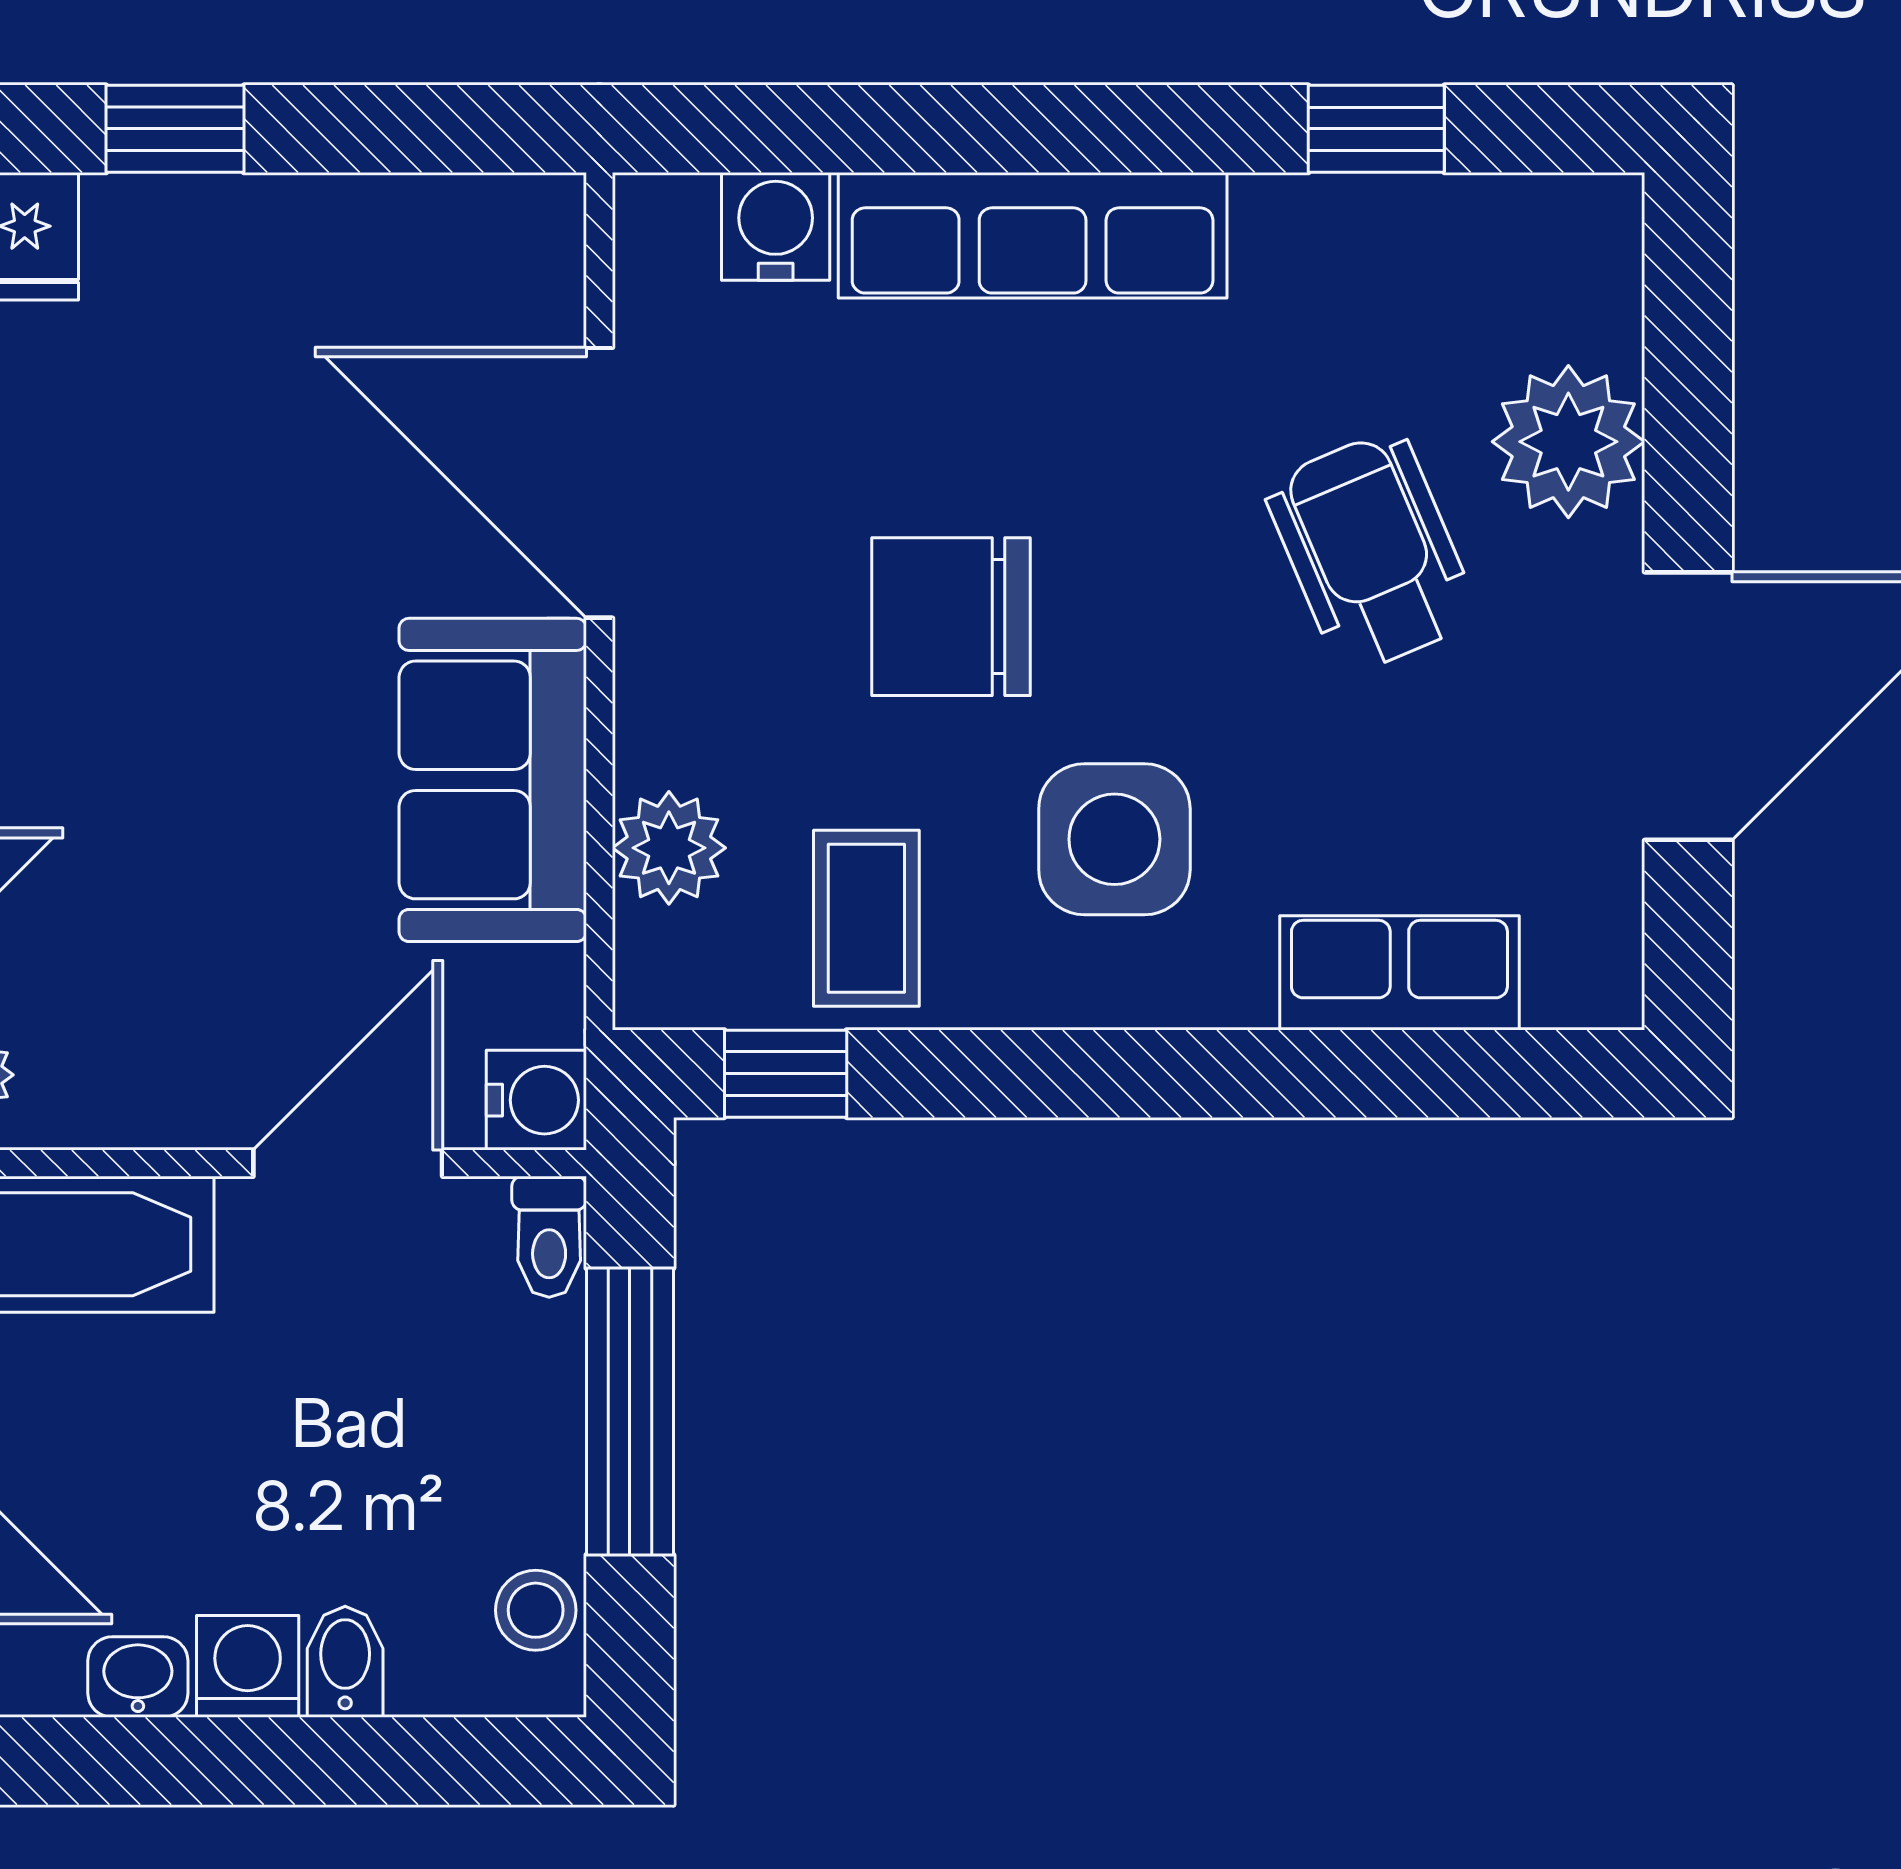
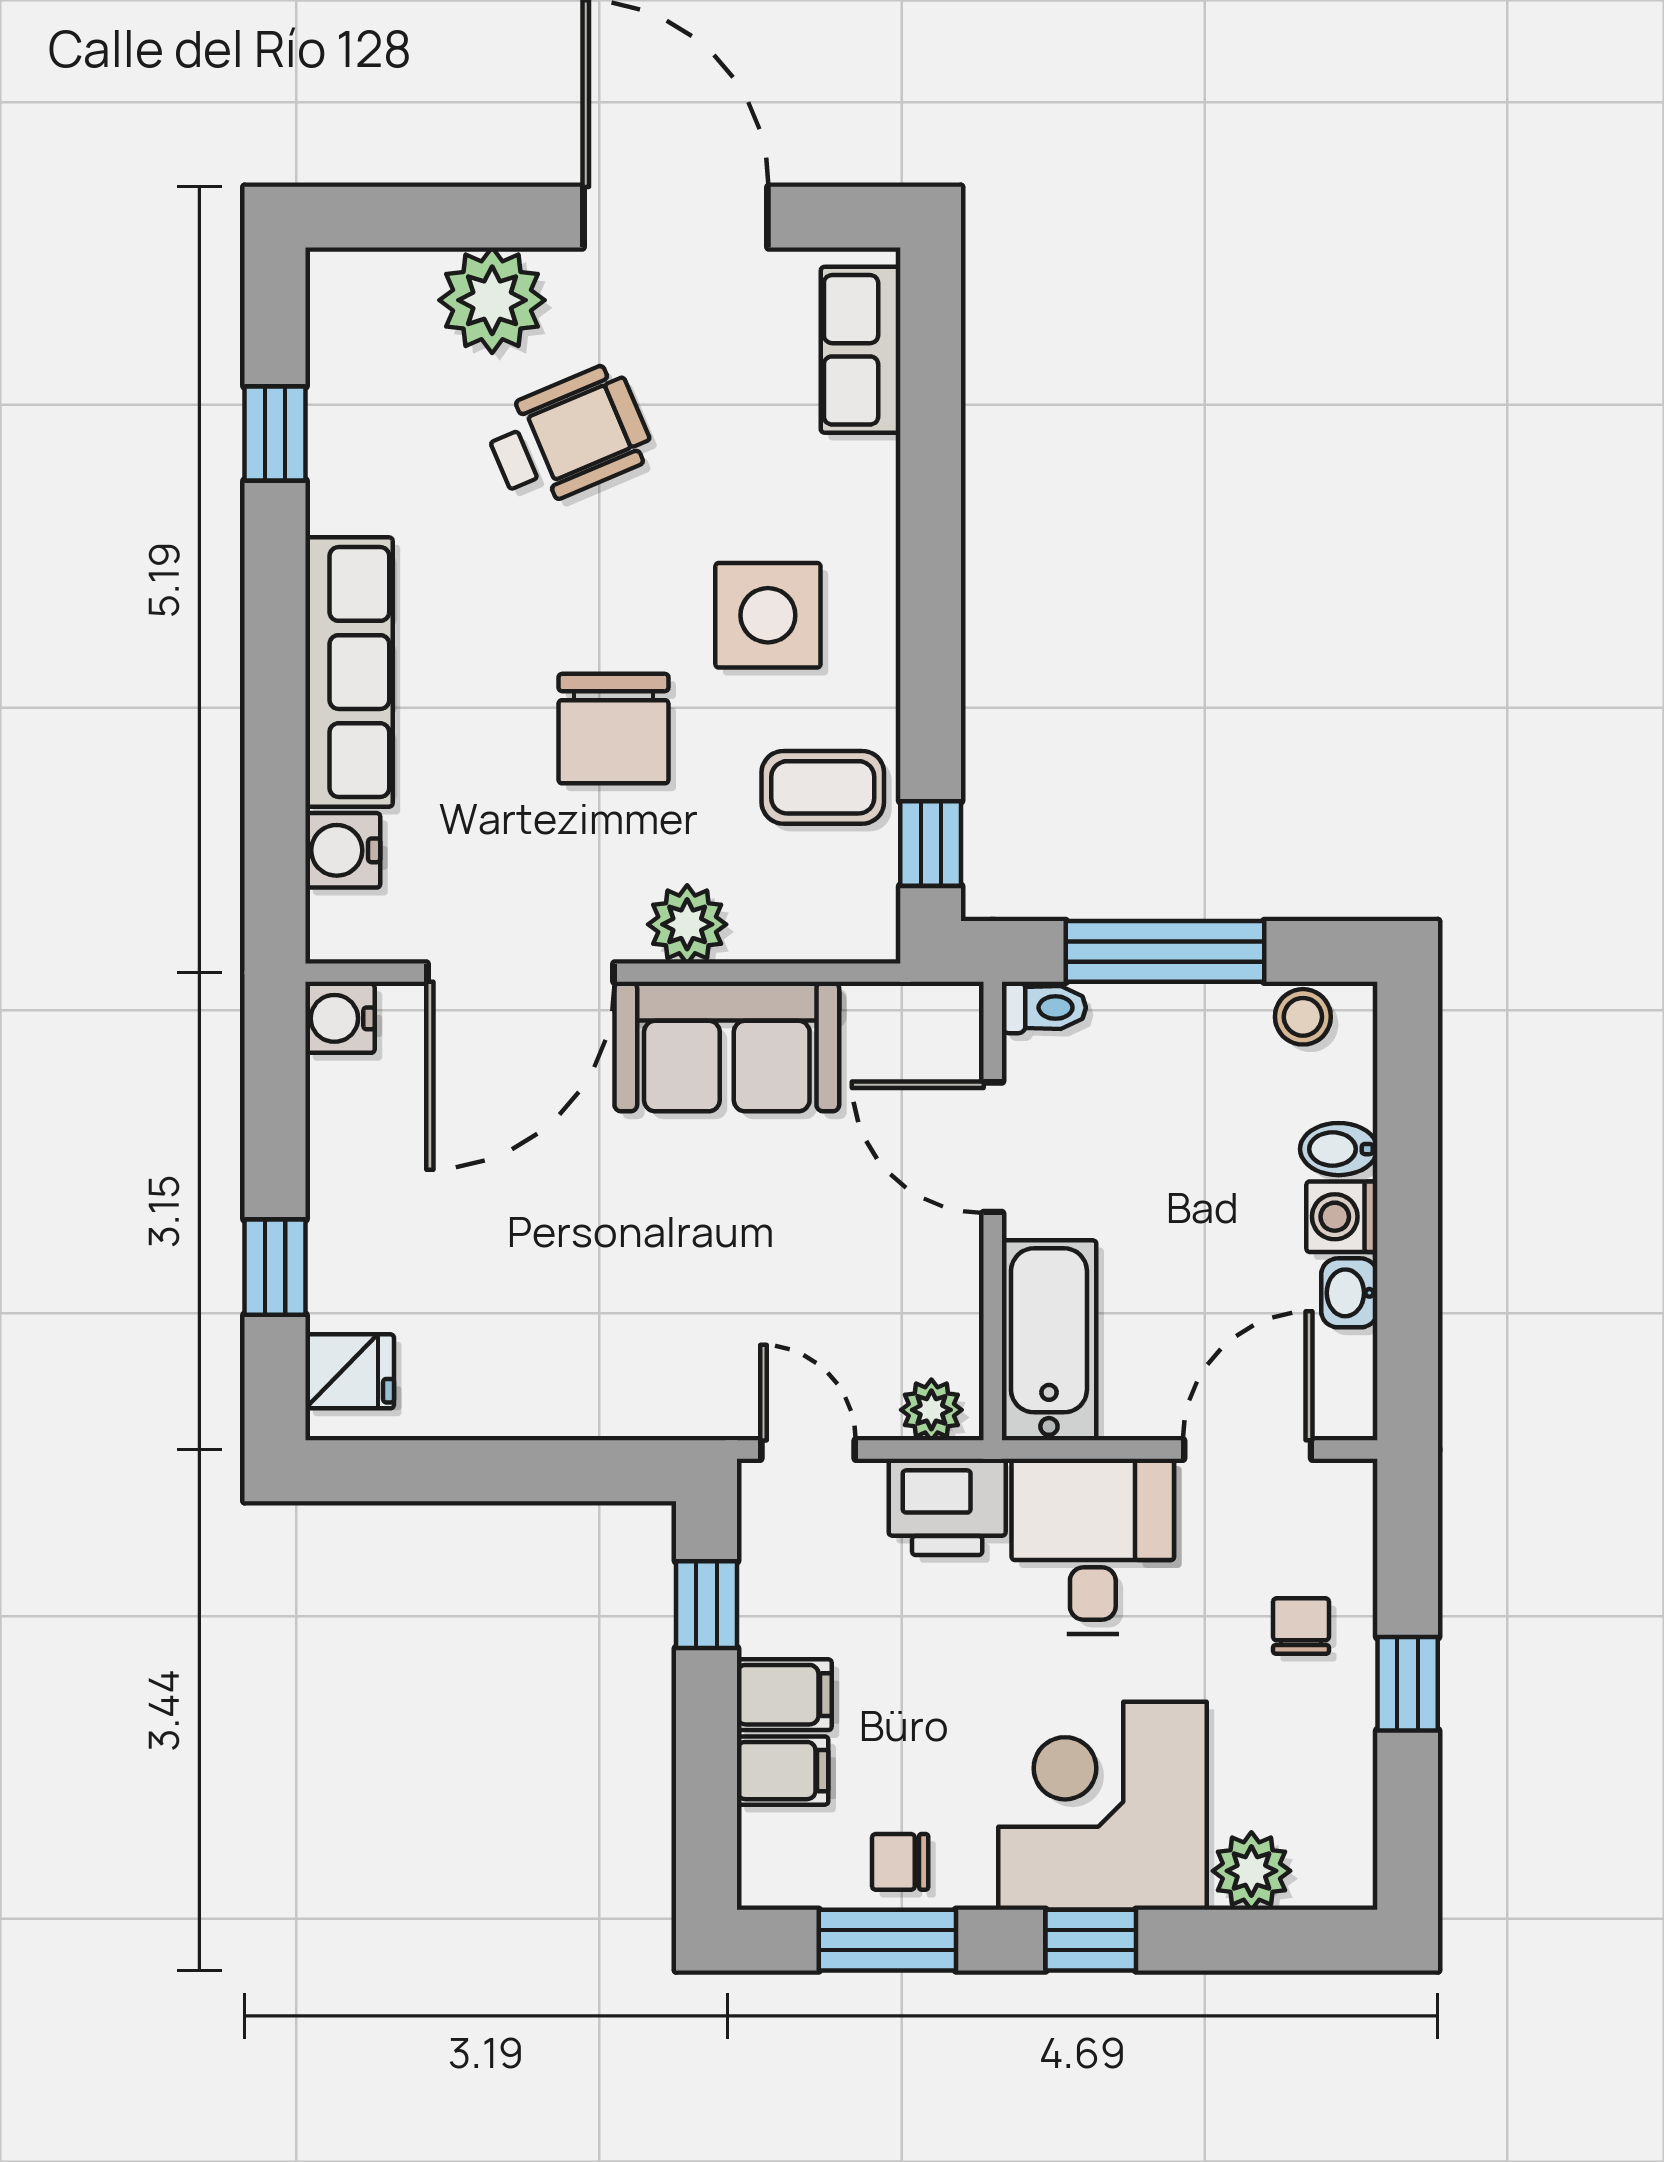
wheelchair: (1371, 552) -> (569, 437), turned 180
plant: (669, 848) -> (687, 924), moved
row of seats: (1399, 973) -> (861, 350), moved
water cooler: (536, 1100) -> (340, 1018), moved, turned -90

